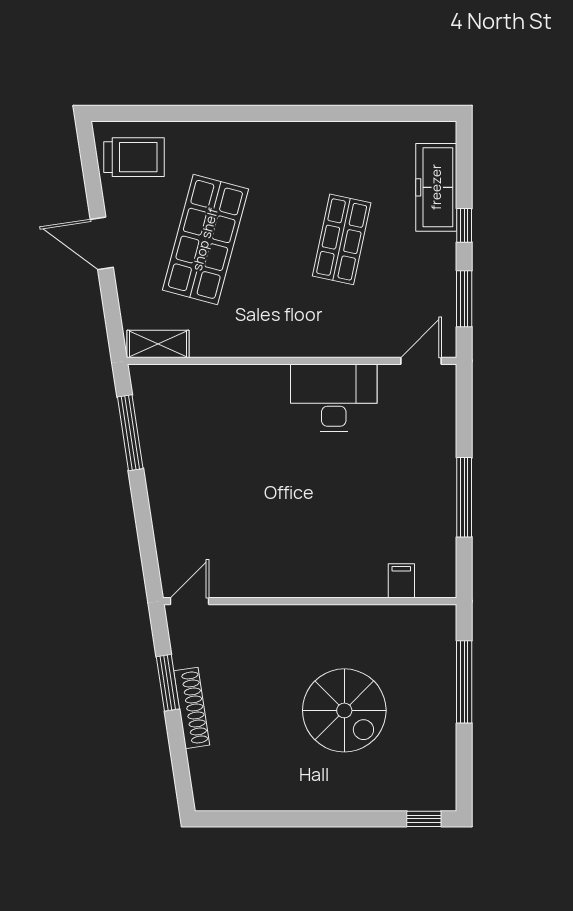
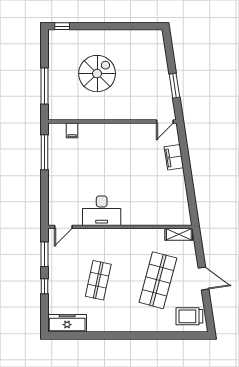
freezer: (436, 187) -> (67, 323), moved, turned -90
window: (130, 433) -> (191, 195), removed
window: (464, 497) -> (44, 152), moved
filing cabinet: (169, 520) -> (174, 157), added
shoe rack: (192, 708) -> (164, 75), removed
spiral stairs: (344, 710) -> (97, 74), turned 90

